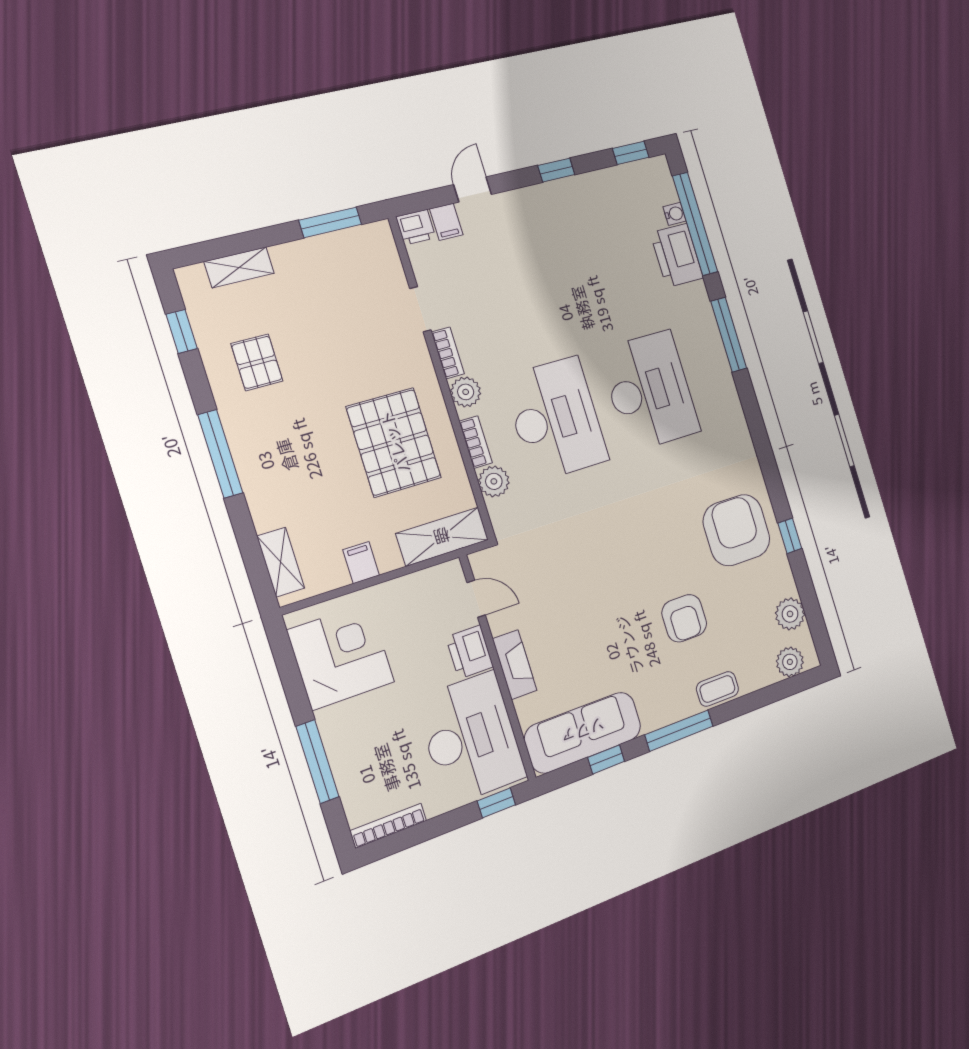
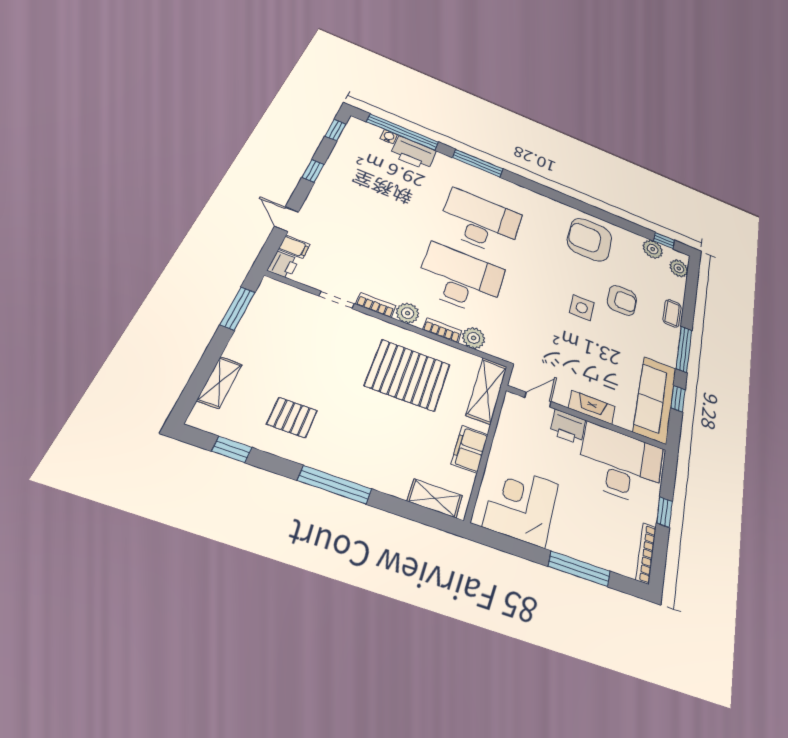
window: (790, 536) -> (664, 241), moved
filing cabinet: (361, 562) -> (470, 449), width x2.00
side table: (634, 577) -> (582, 308), added
window: (496, 803) -> (664, 512), moved

